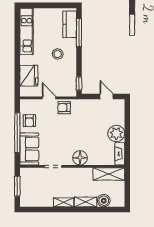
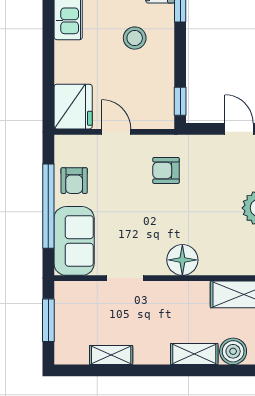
fridge: (29, 76) -> (73, 107), moved
armchair: (64, 108) -> (166, 170), moved
shelving: (64, 202) -> (111, 355), moved

